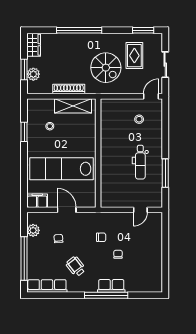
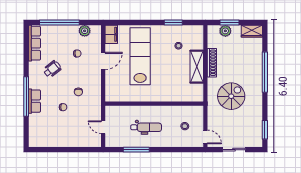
rug: (134, 56) -> (242, 122), removed
spiral stairs: (106, 68) -> (231, 96), turned 180
wall: (98, 153) -> (154, 104), moved
dental chair: (140, 162) -> (146, 127), turned 180

